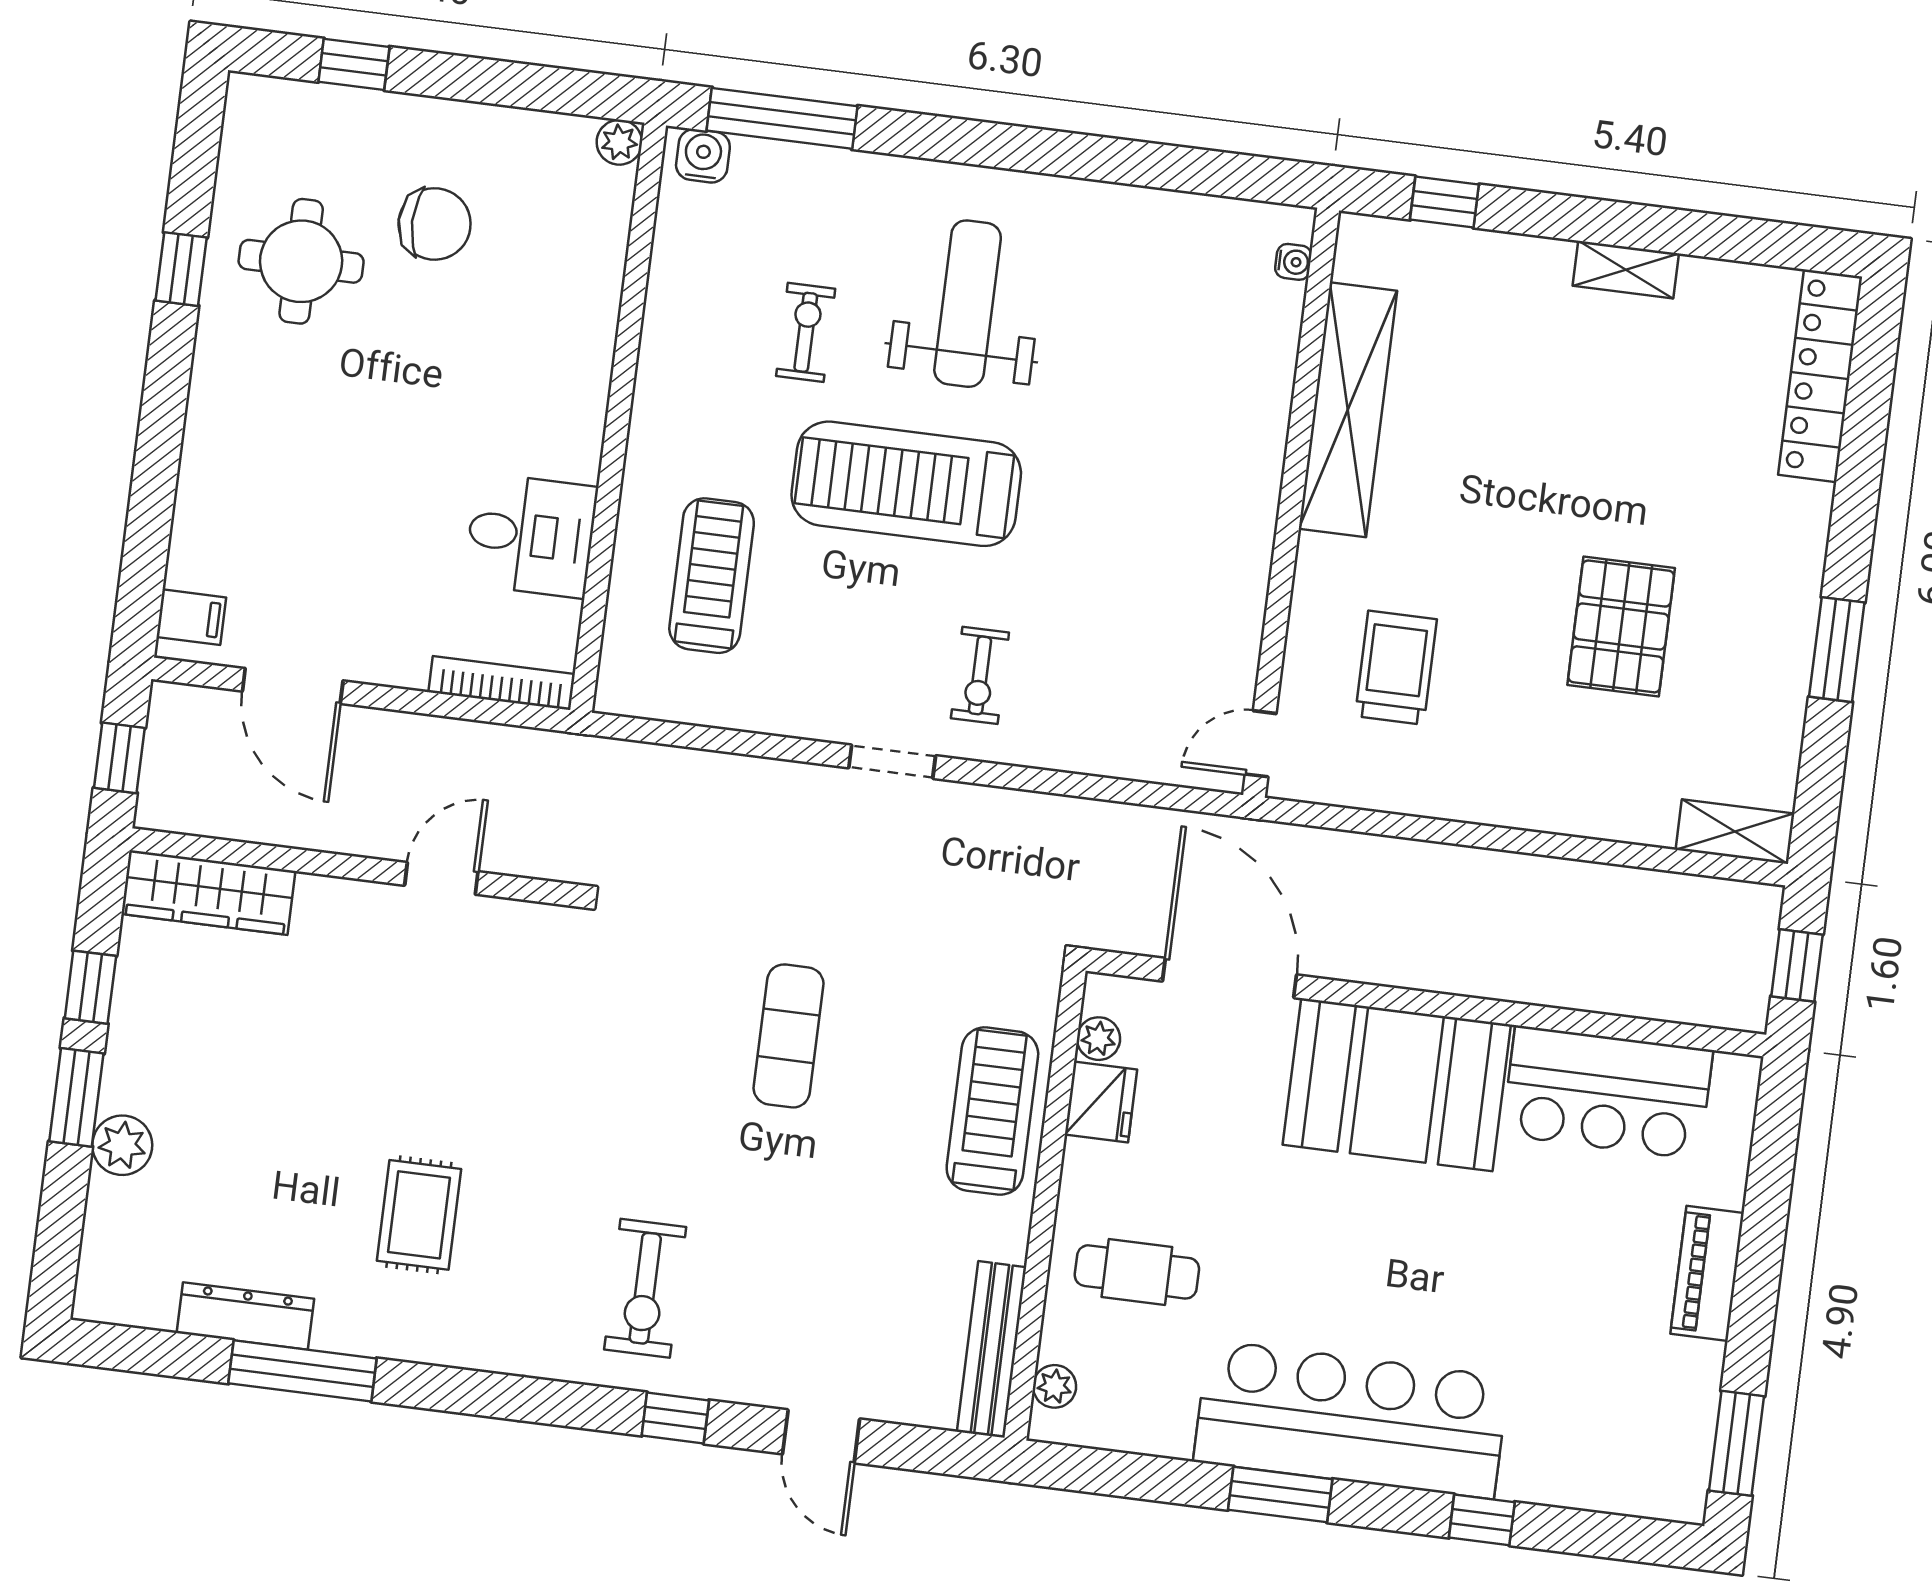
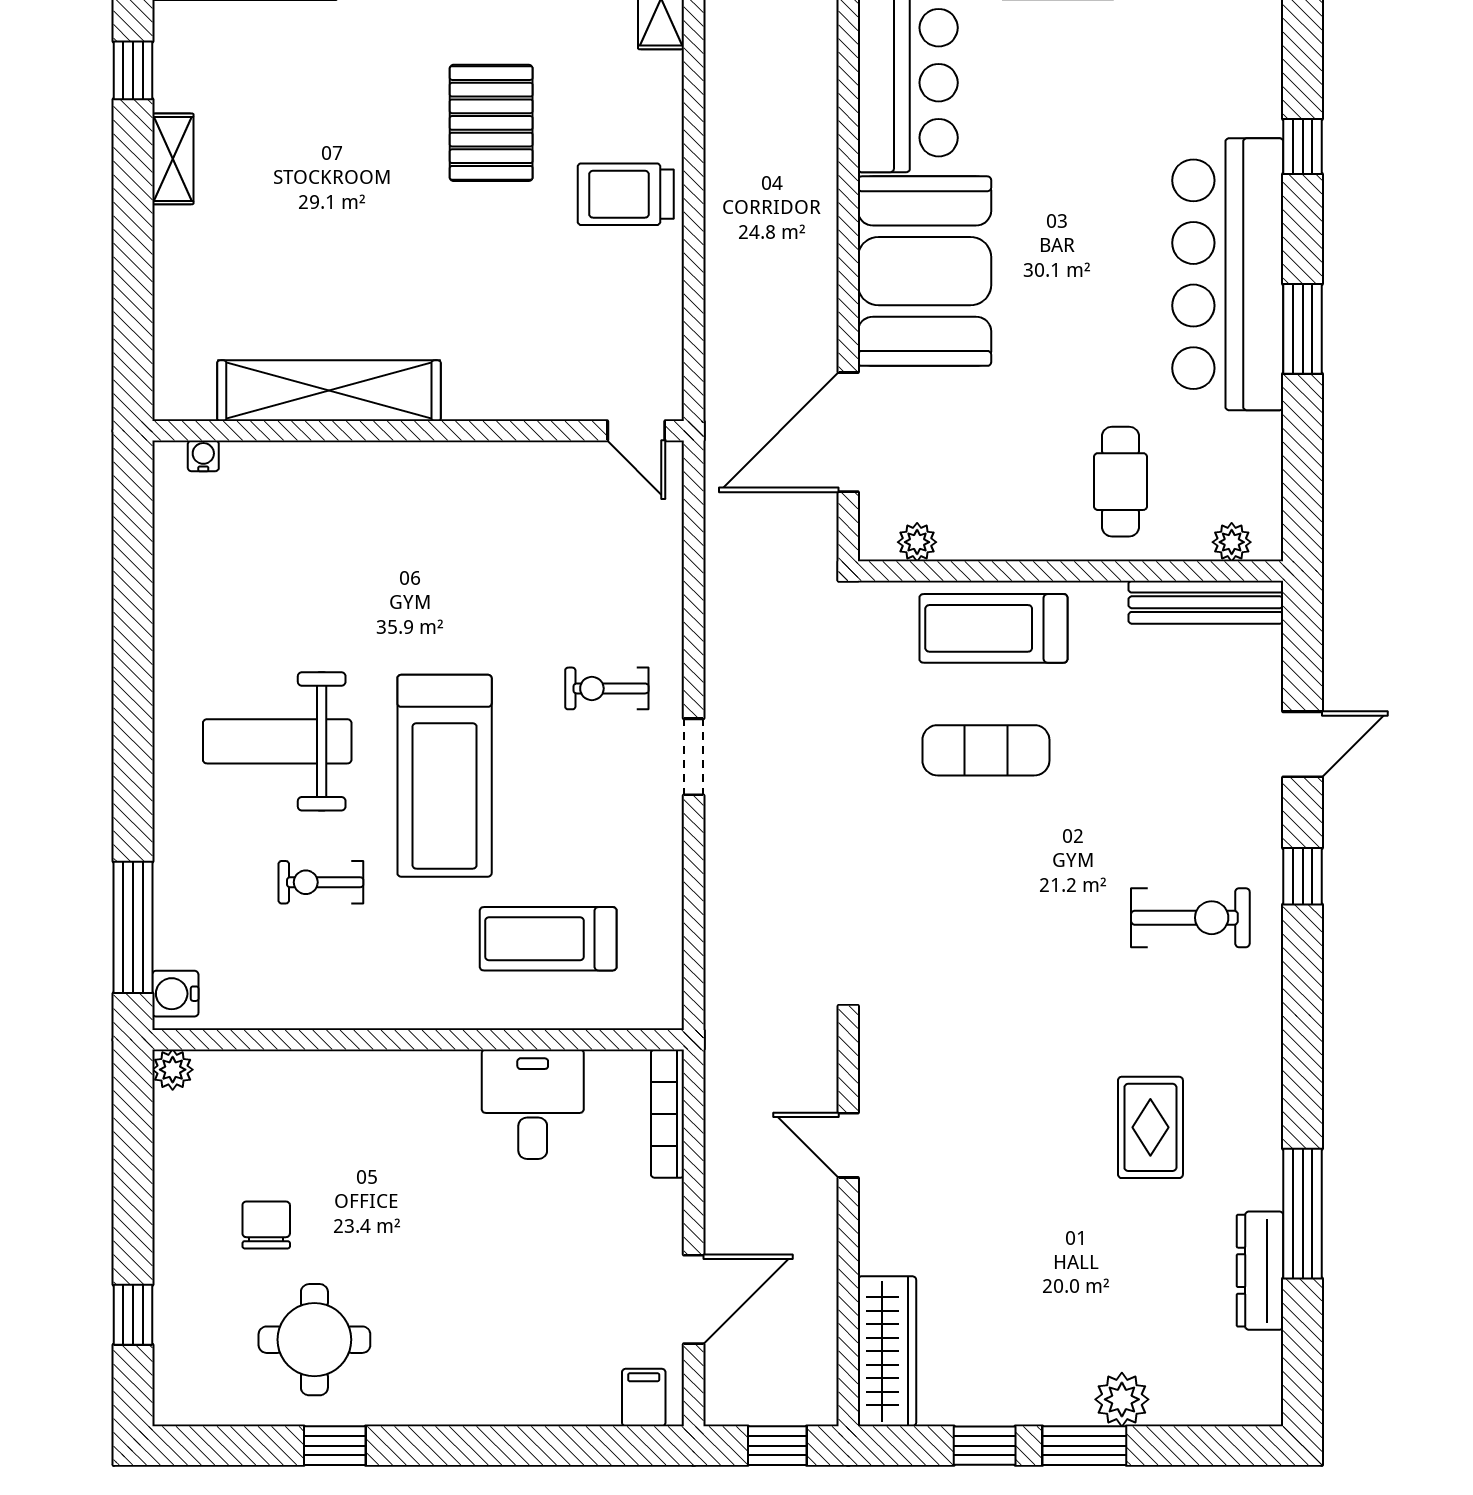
window: (1444, 202) -> (133, 70), moved
chair: (435, 224) -> (266, 1225), width x0.73, depth x0.73
pallet: (1621, 626) -> (491, 123), turned 90
trolley: (1396, 668) -> (626, 194), moved
exercise bike: (980, 675) -> (607, 688), turned 180
exercise mat: (789, 1036) -> (986, 750), moved
fridge: (1101, 1102) -> (973, 533), removed
rug: (419, 1215) -> (1150, 1127), turned 90

